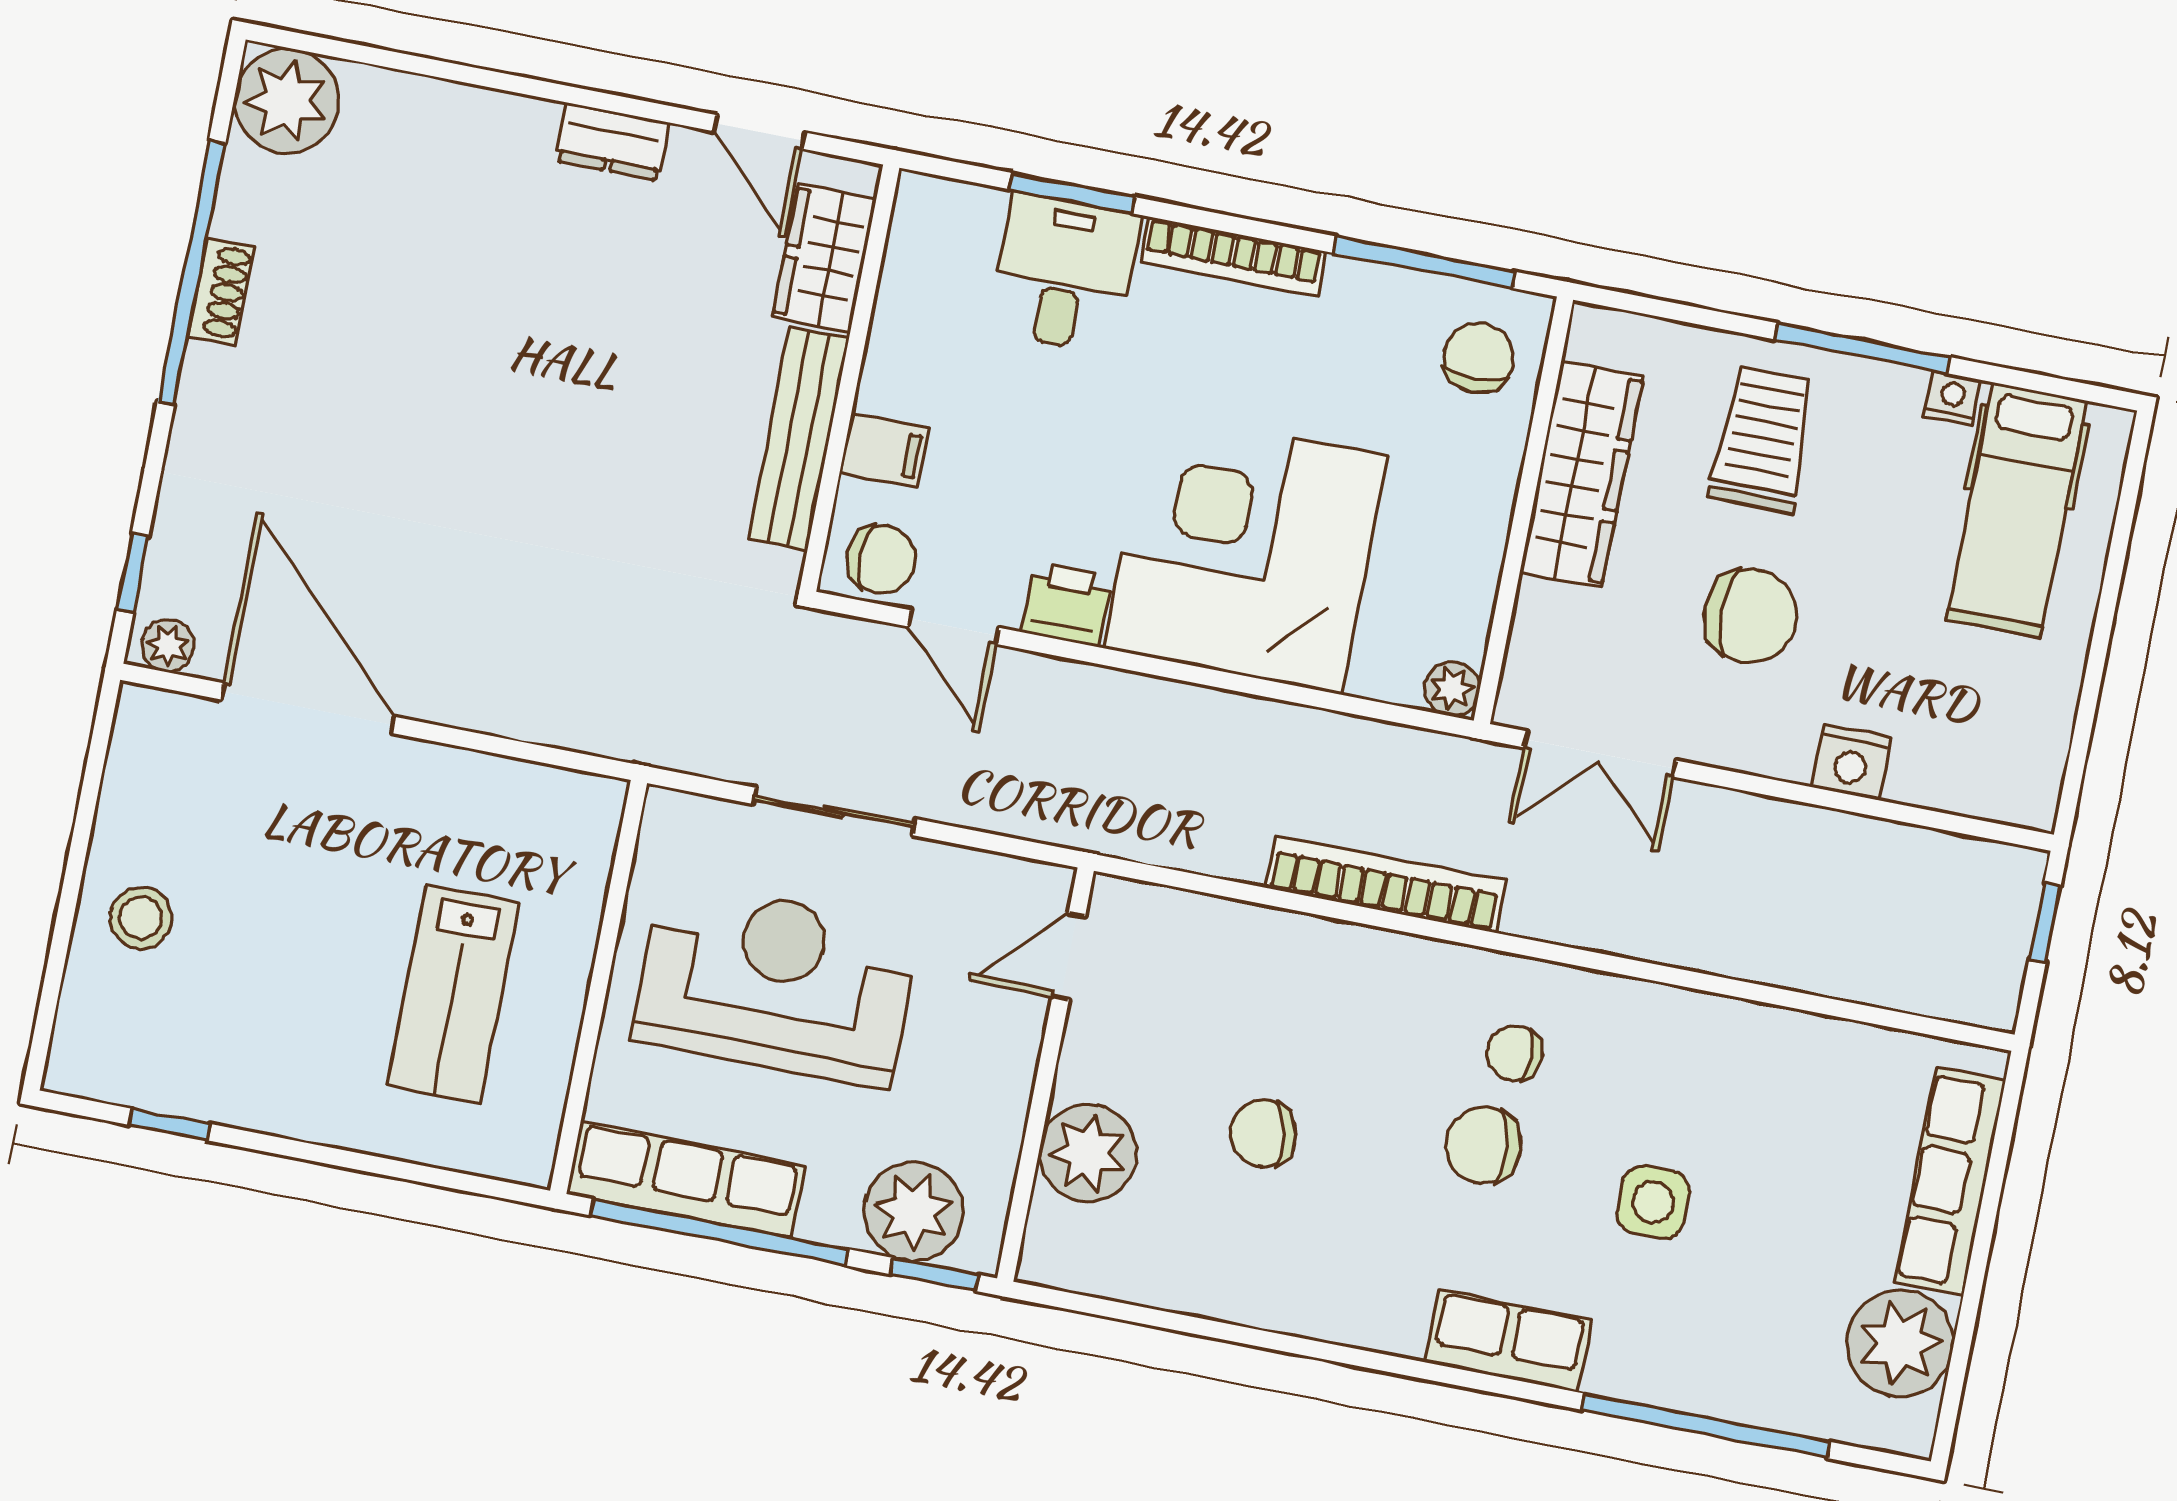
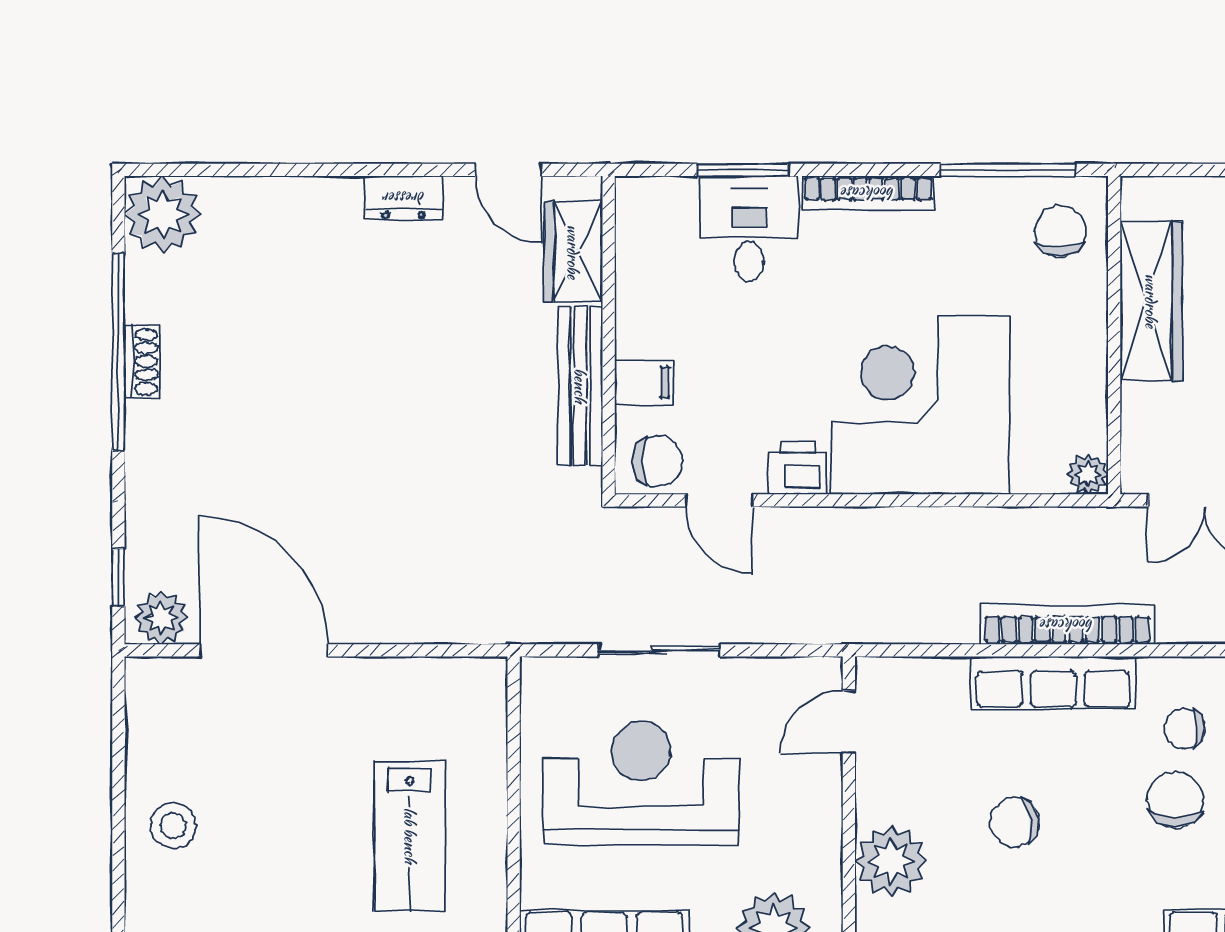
plant: (168, 646) -> (161, 618), width x1.38, depth x1.38
row of seats: (1351, 958) -> (1053, 683), added
chair: (1483, 1146) -> (1175, 800), turned 96

